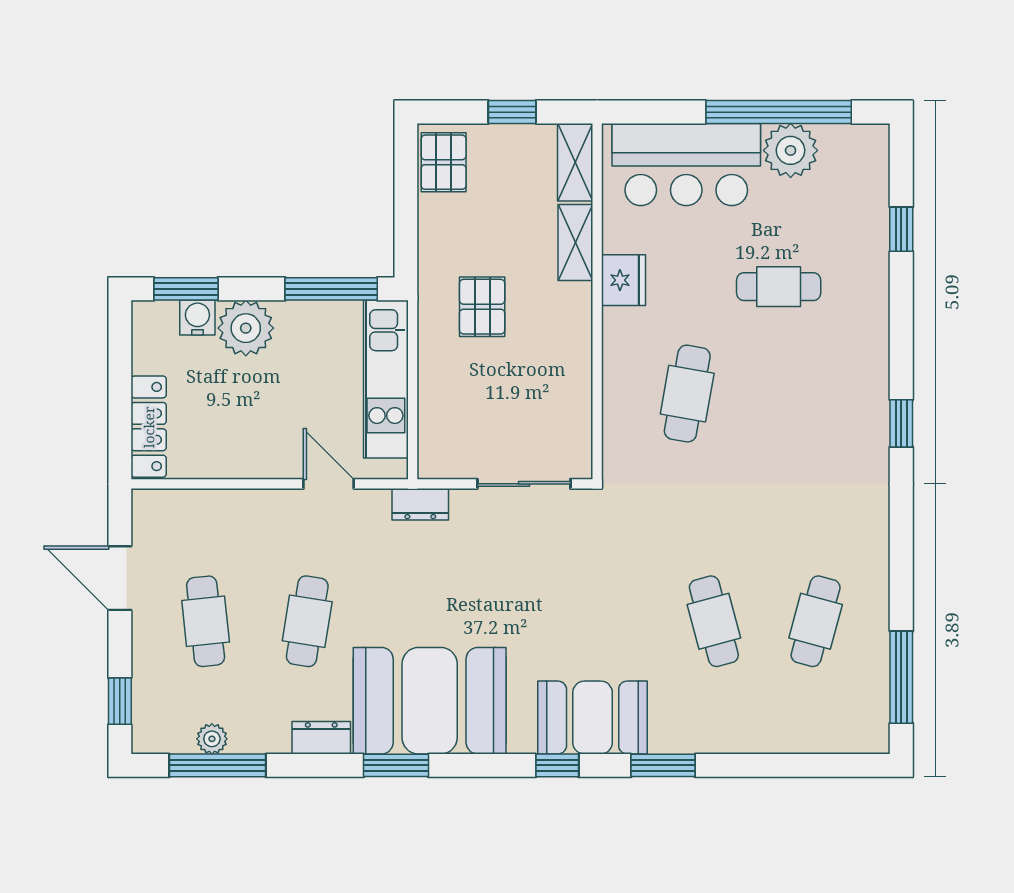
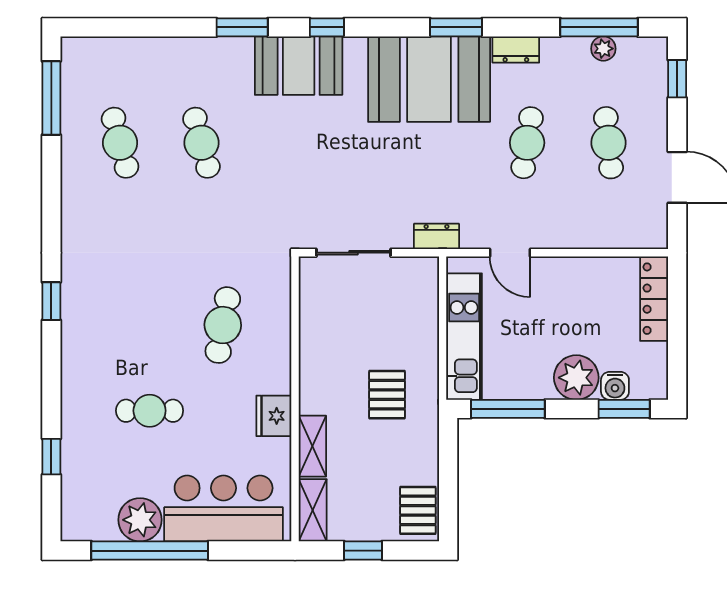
cafe table: (816, 621) -> (120, 143), turned -30

